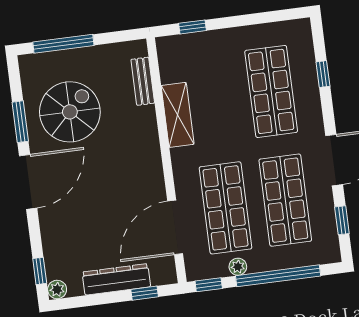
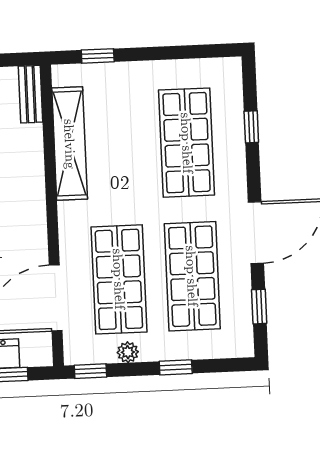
bench: (143, 81) -> (30, 94), moved
shelving: (178, 115) -> (70, 144), width x1.47
window: (278, 276) -> (176, 367), width x0.32

